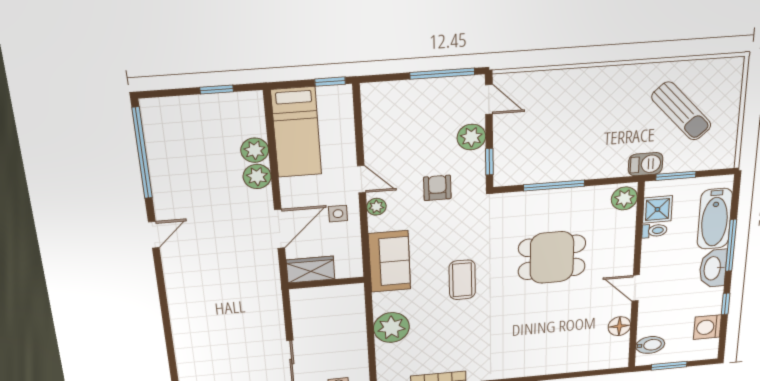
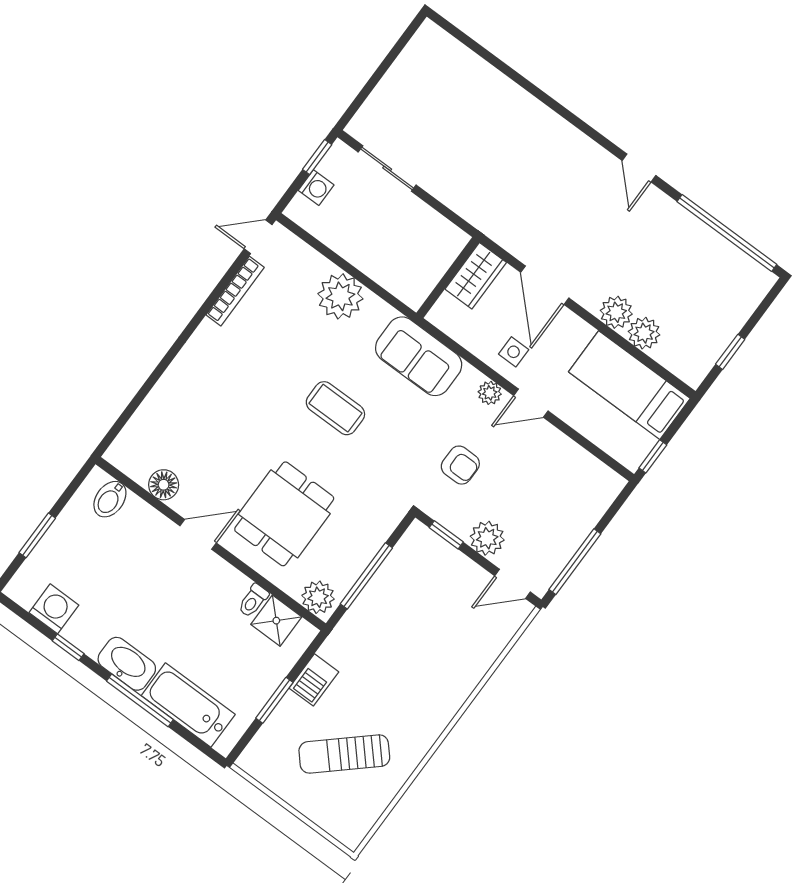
plant: (624, 198) -> (318, 597), moved
shower: (657, 209) -> (276, 621), moved
toilet: (654, 231) -> (253, 601), moved
wall: (636, 278) -> (211, 544), moved
door: (636, 288) -> (198, 534), moved
floor lamp: (619, 326) -> (164, 485), moved
bidet: (650, 345) -> (110, 499), moved

